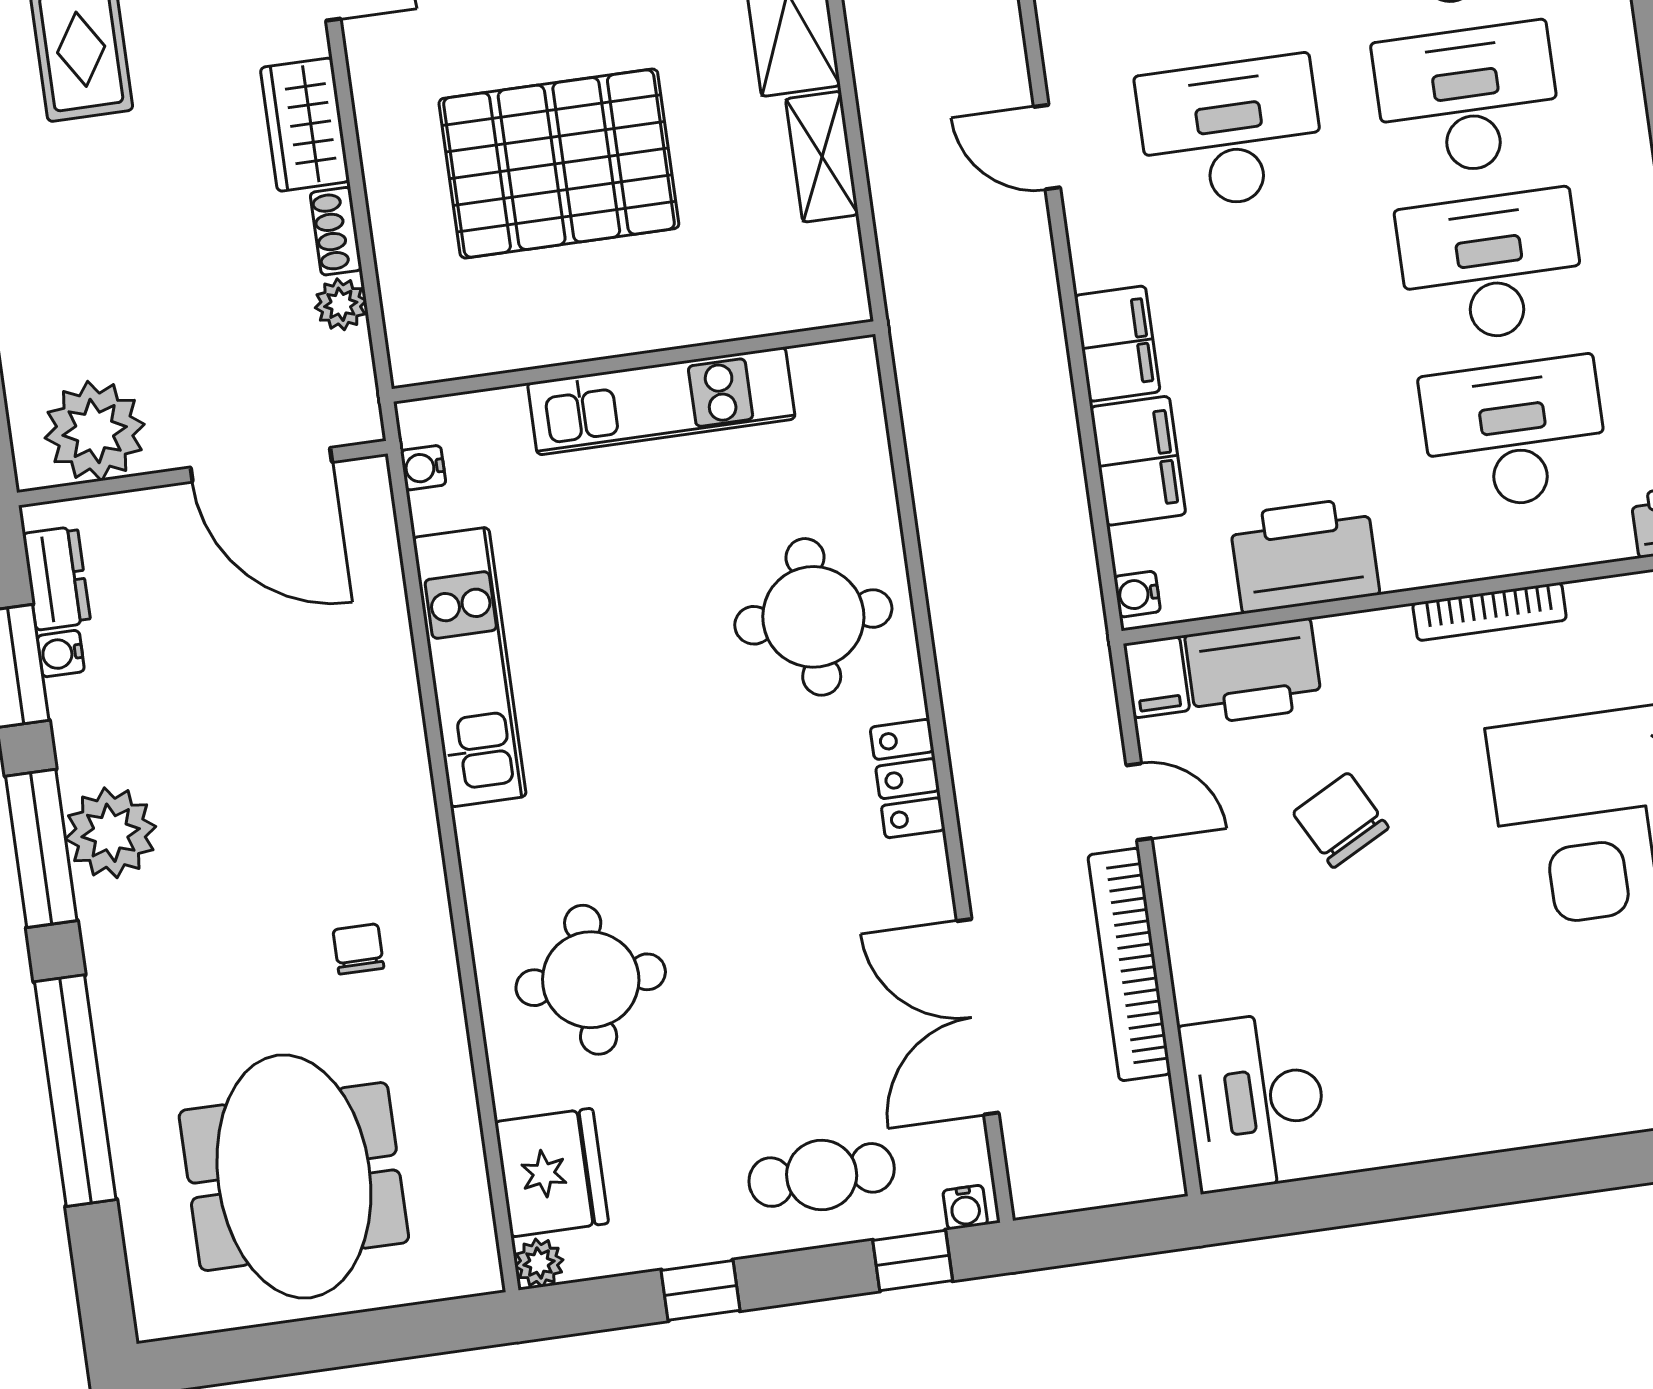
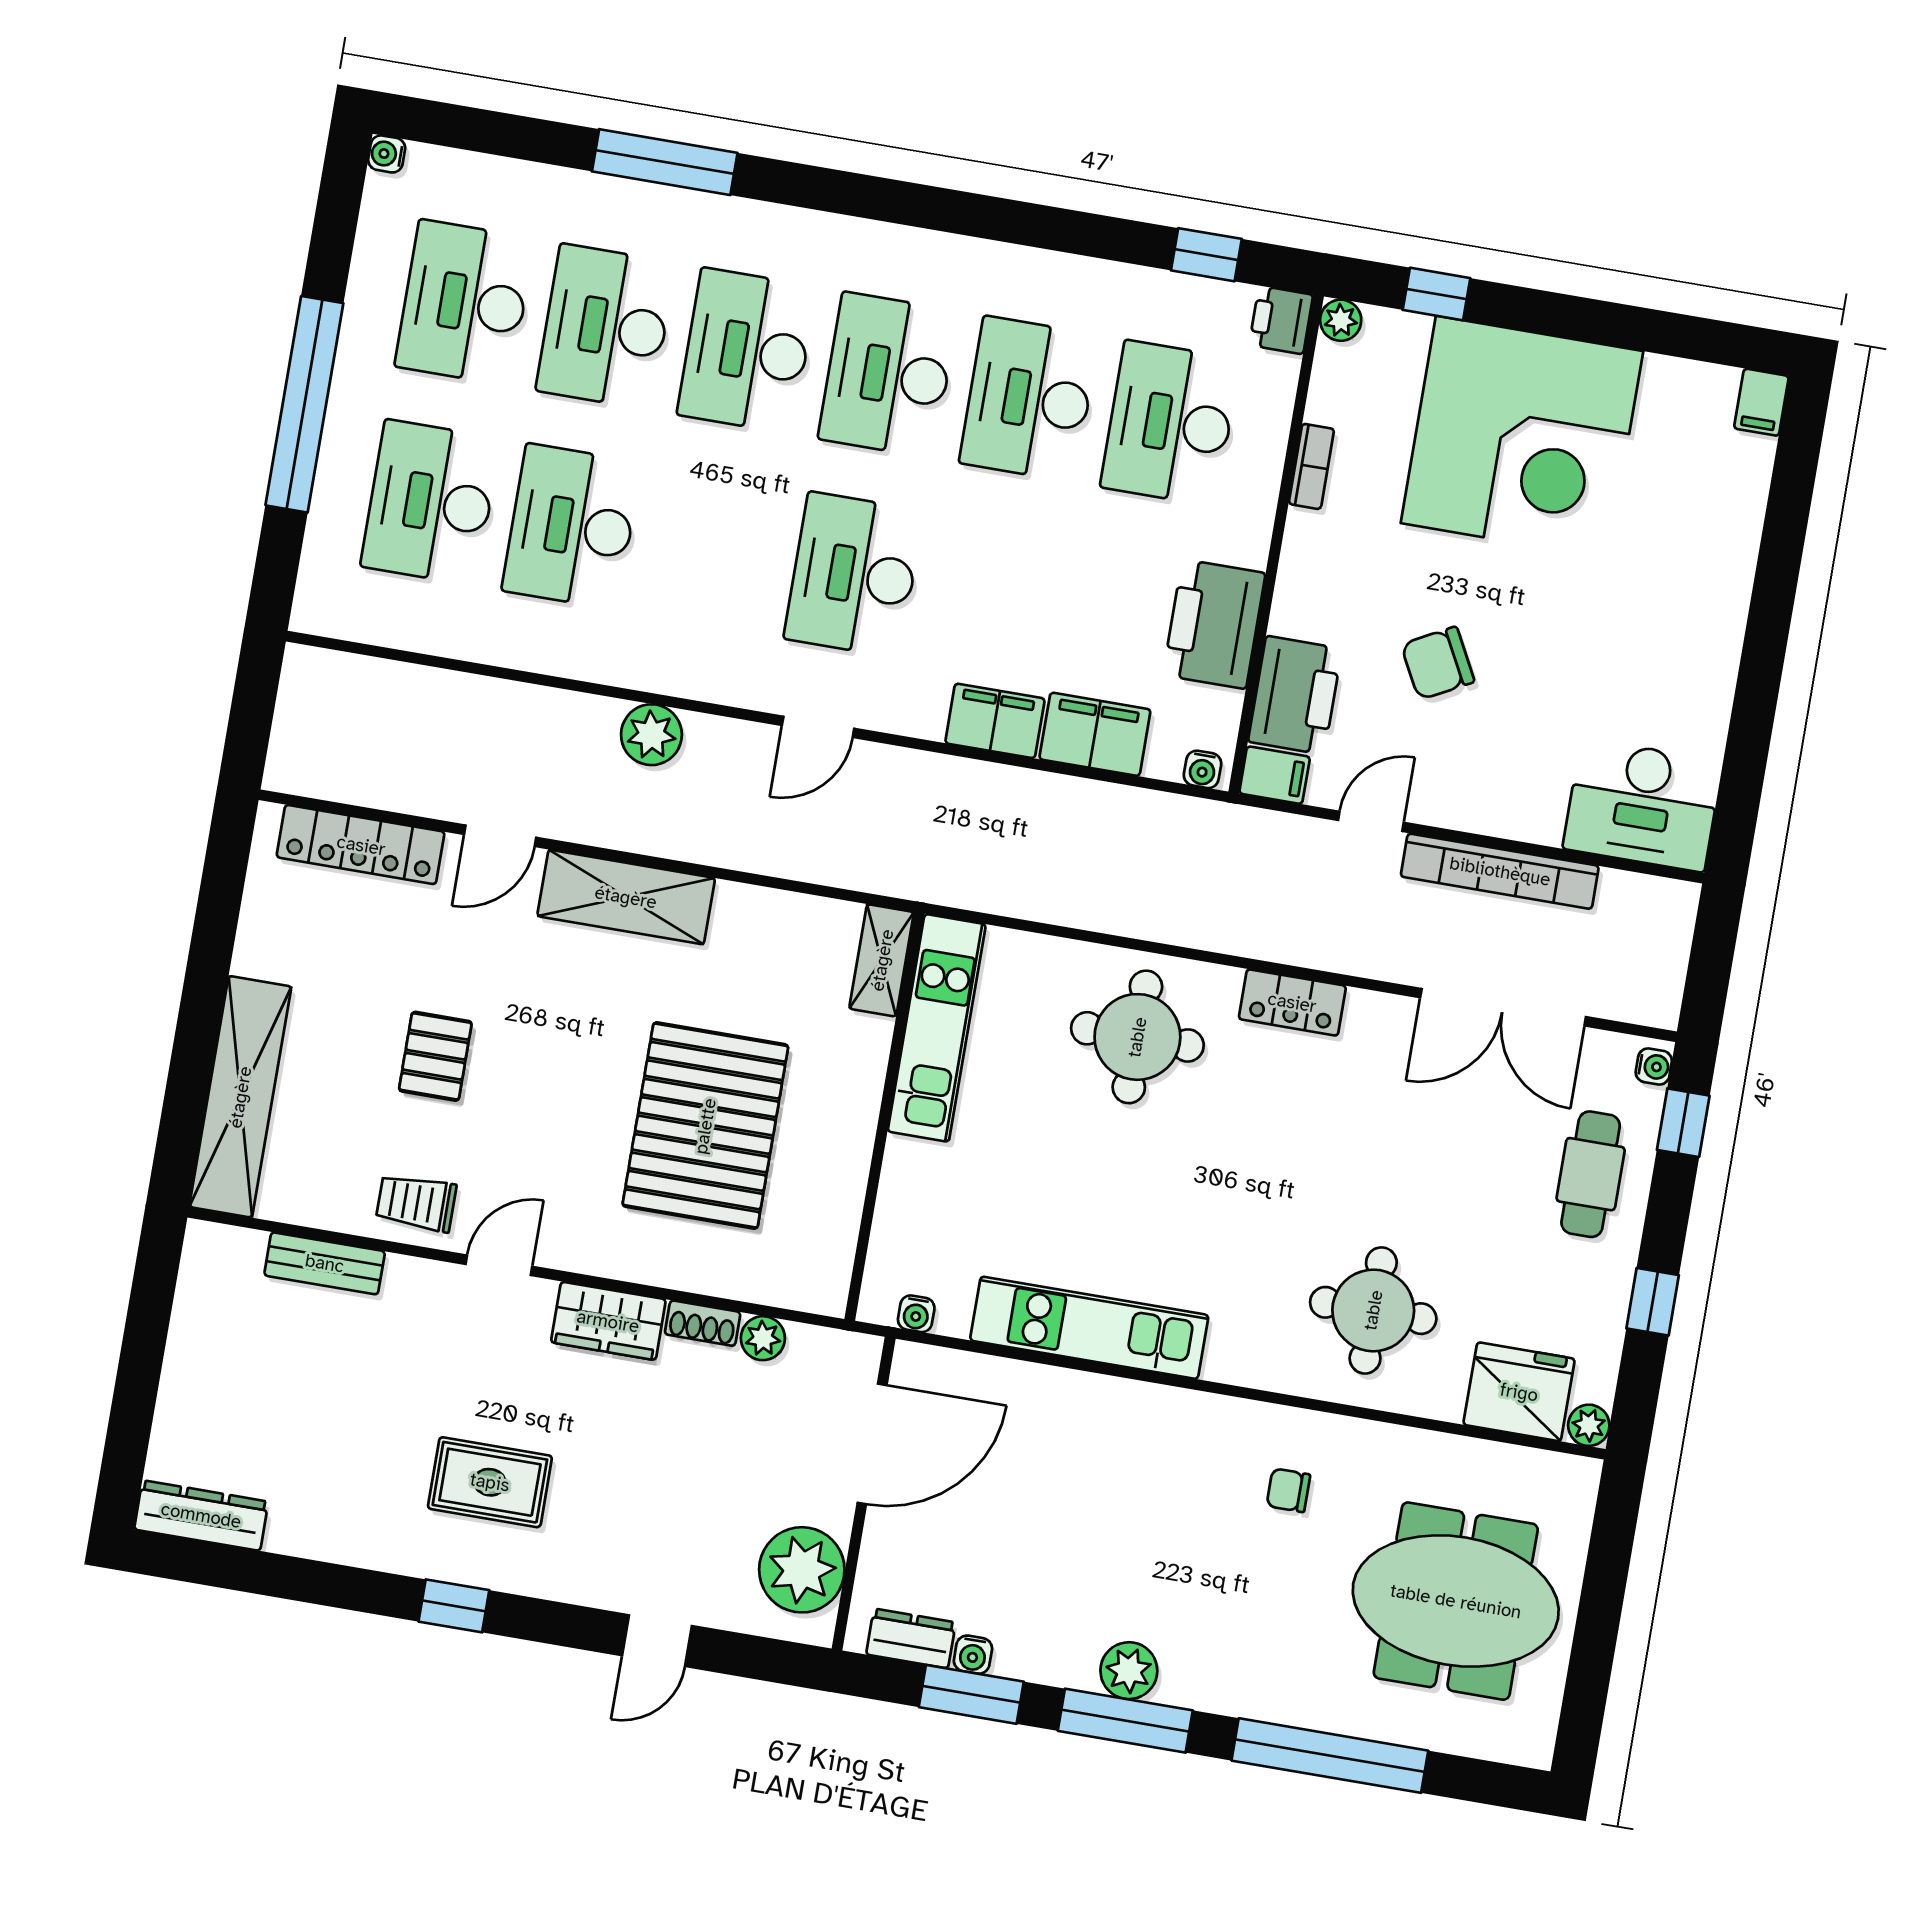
shelving: (822, 157) -> (882, 960), moved, turned 90
kitchen unit: (661, 401) -> (937, 1028), moved
bookcase: (1490, 612) -> (1311, 466), width x0.64
plant: (111, 833) -> (1129, 1671), width x0.73, depth x0.73

